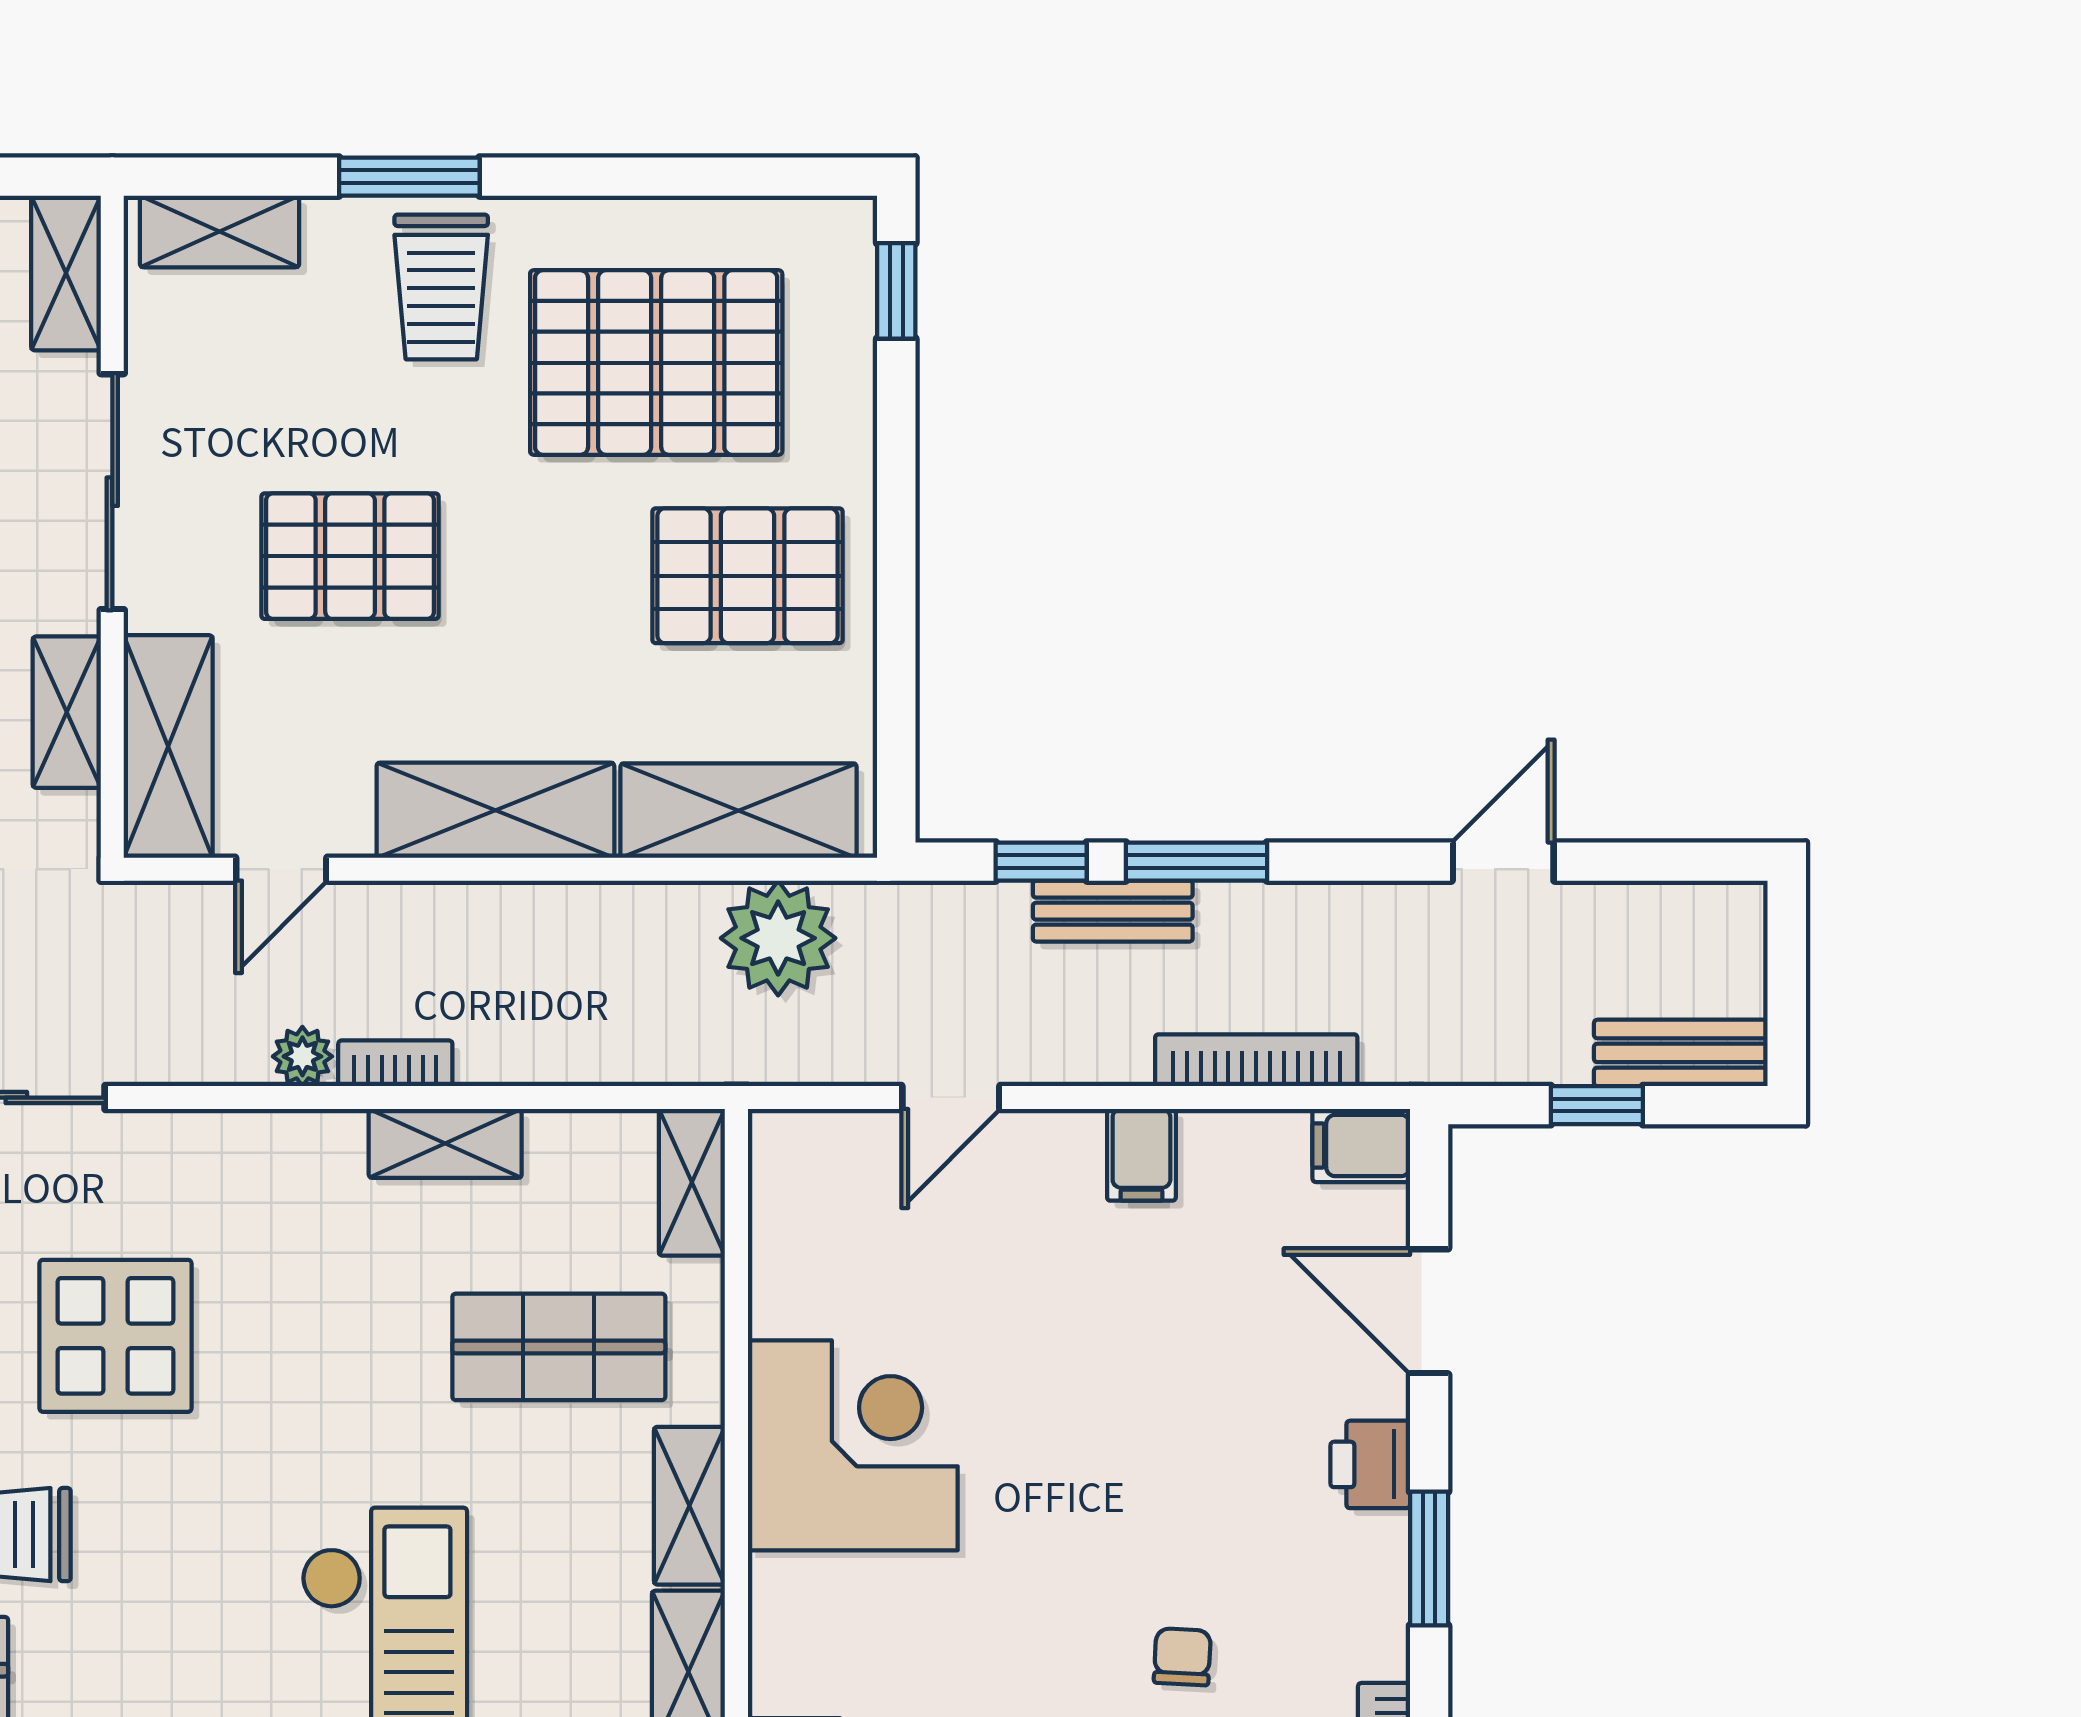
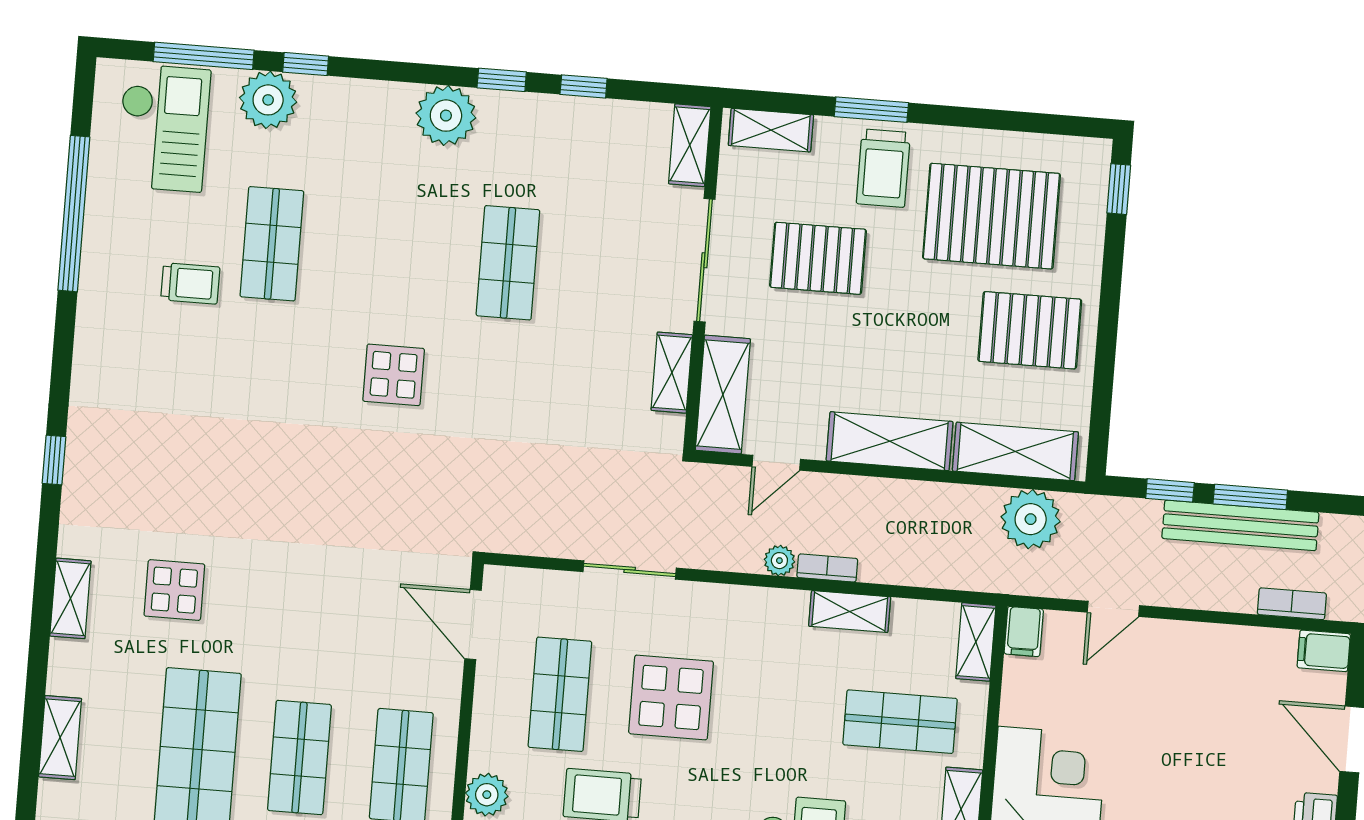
pallet: (350, 556) -> (818, 258), moved
bench: (1113, 911) -> (1240, 525), width x1.86, depth x1.21
bookcase: (1256, 1060) -> (1292, 604), width x0.64
filing cabinet: (1141, 1155) -> (1024, 632), moved

